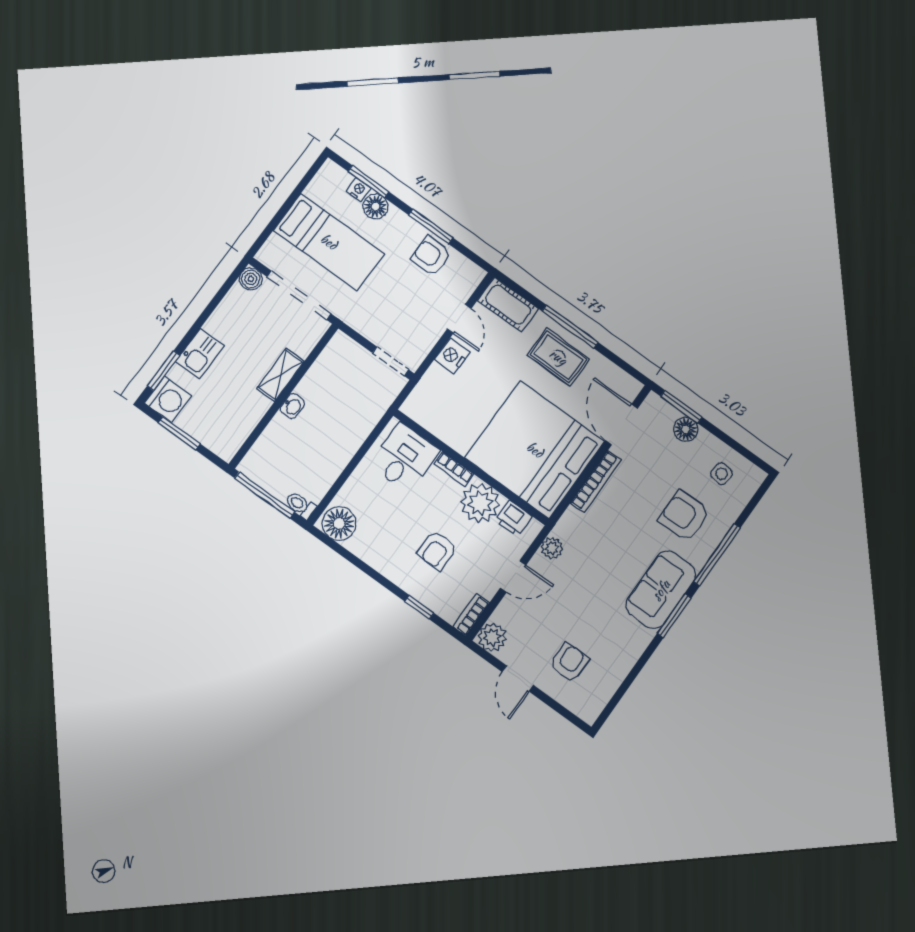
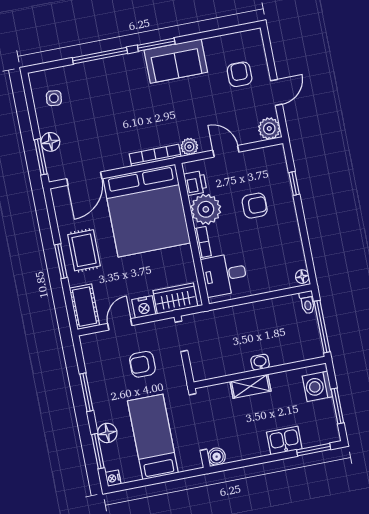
nightstand: (358, 190) -> (113, 478), moved
armchair: (431, 256) -> (142, 364), moved, turned 90
window: (570, 327) -> (61, 261), width x0.69
wardrobe: (430, 392) -> (175, 298), added
washing machine: (168, 399) -> (317, 386), moved, turned -90
bookcase: (596, 482) -> (155, 155), moved
armchair: (684, 516) -> (98, 94), removed
floor lamp: (339, 523) -> (302, 277), width x0.53, depth x0.53
sofa: (661, 590) -> (176, 61), moved
bookcase: (471, 615) -> (269, 152), removed
armchair: (569, 663) -> (240, 74), turned 90

